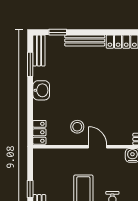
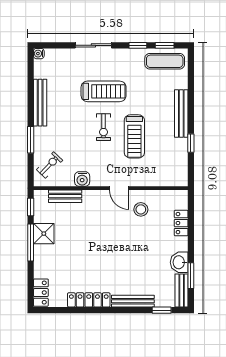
washbasin: (41, 90) -> (179, 262), moved
locker: (39, 132) -> (181, 223), moved

